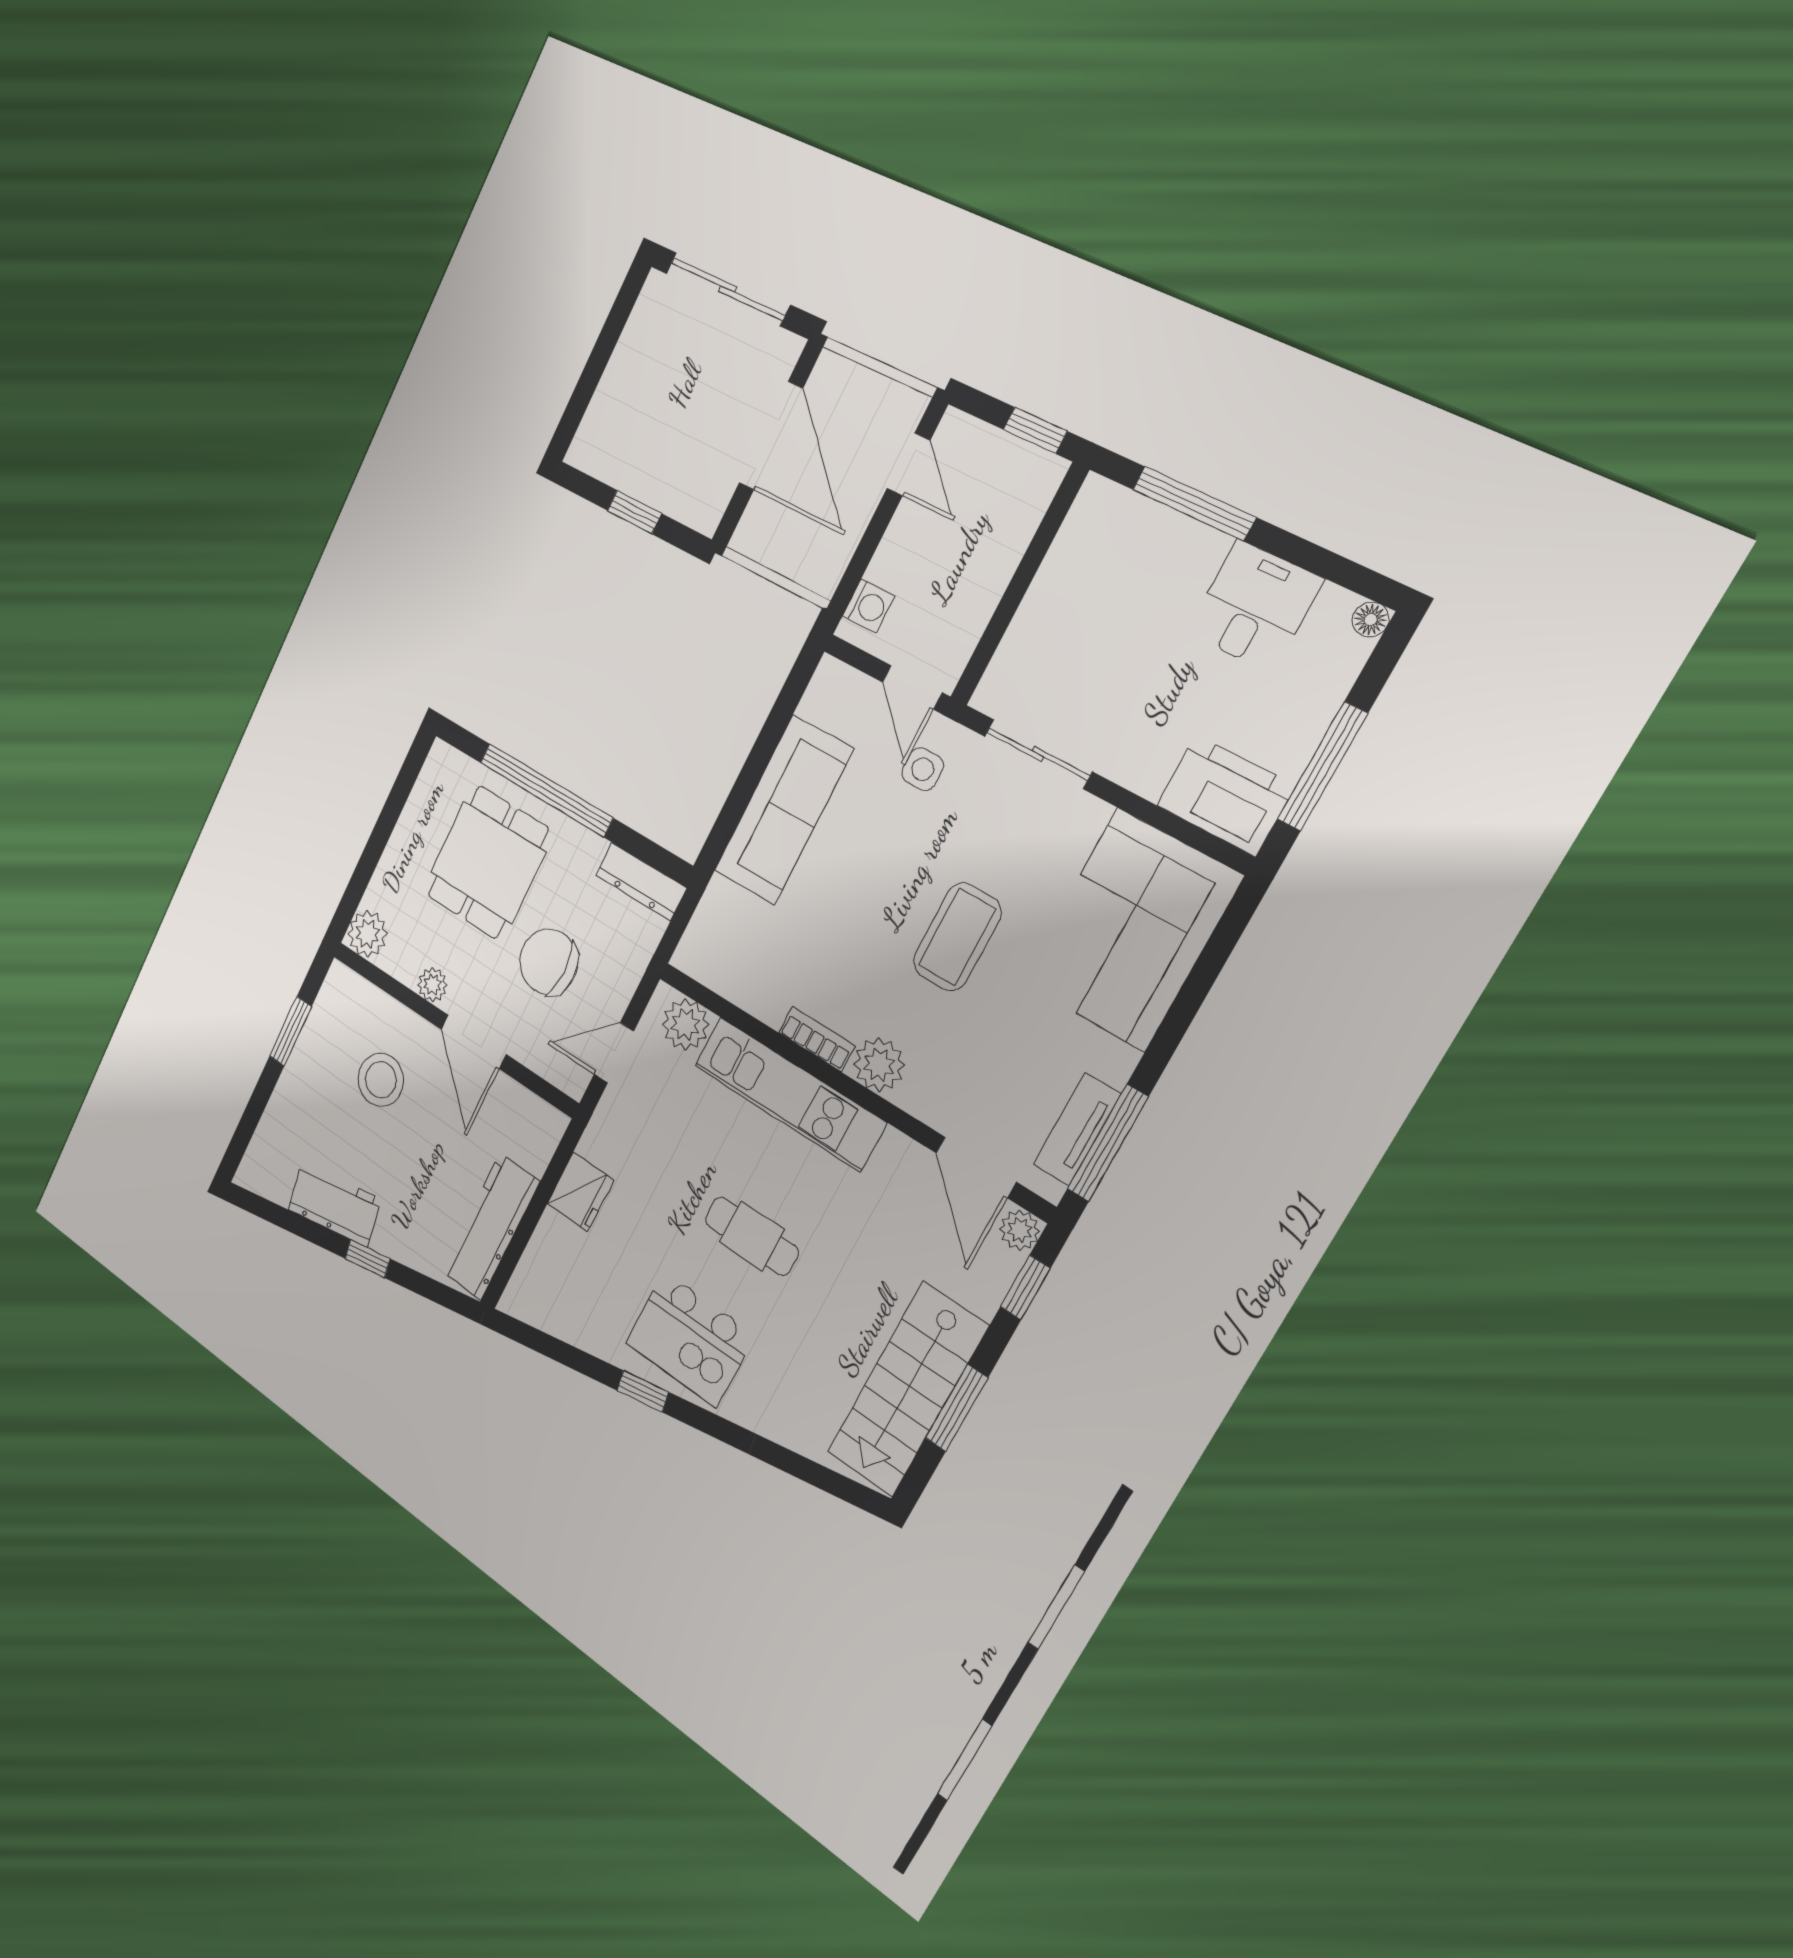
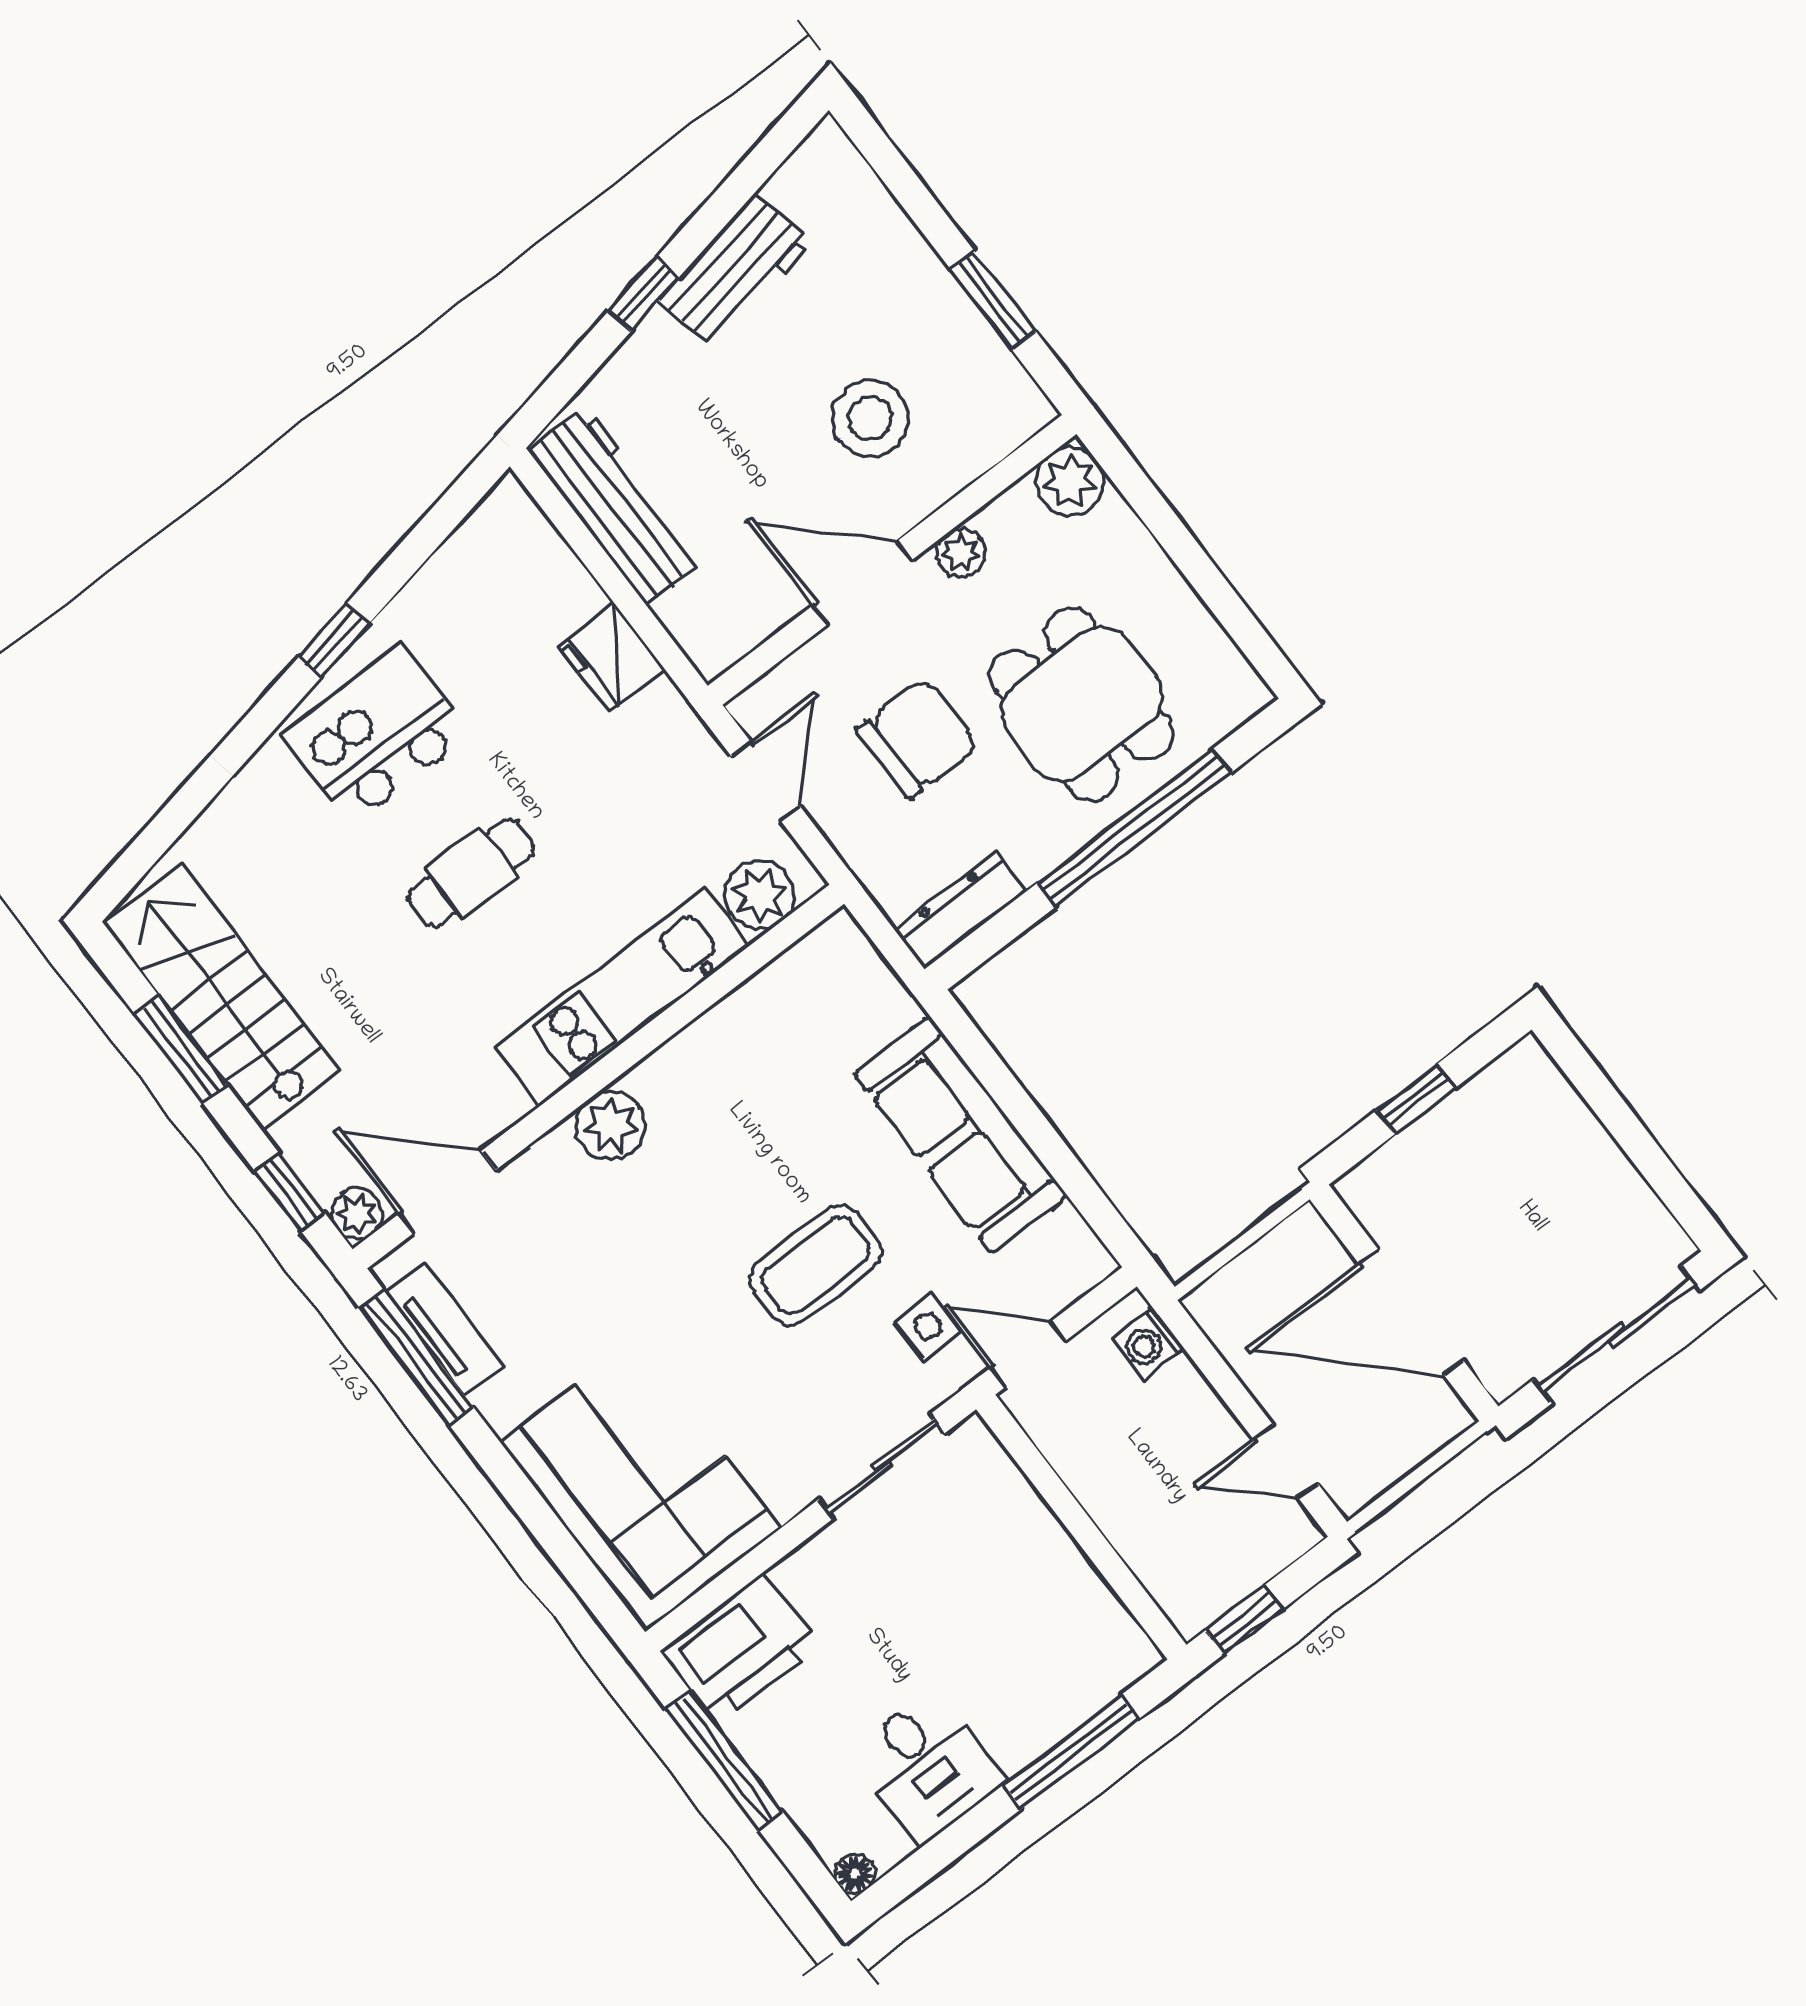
coffee table: (957, 937) -> (816, 1265), moved, turned 90
bookcase: (817, 1039) -> (672, 1060), removed

